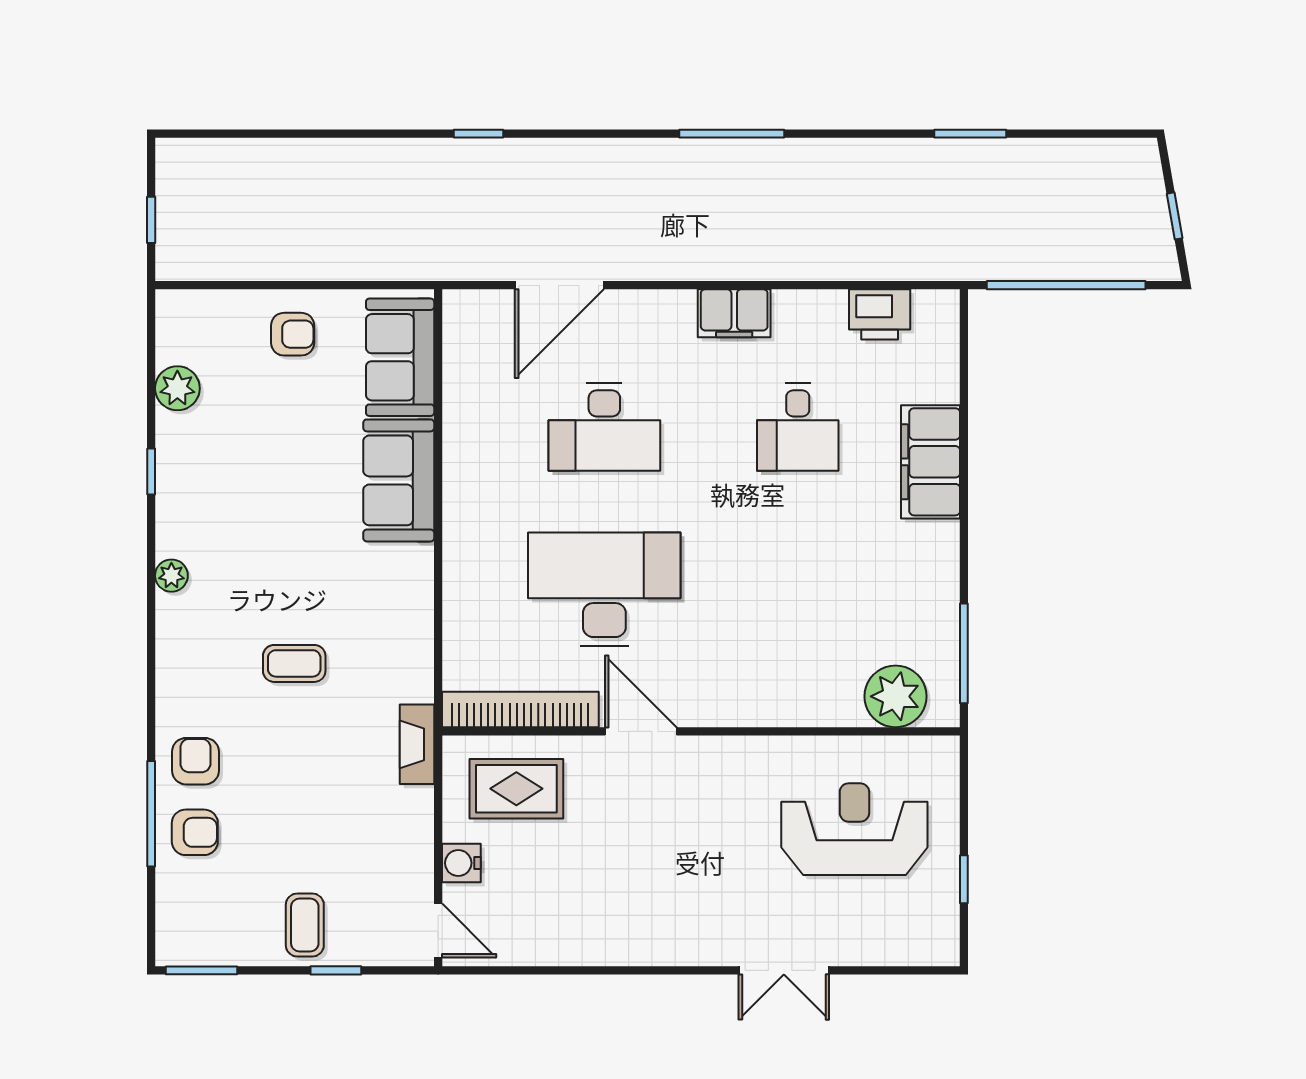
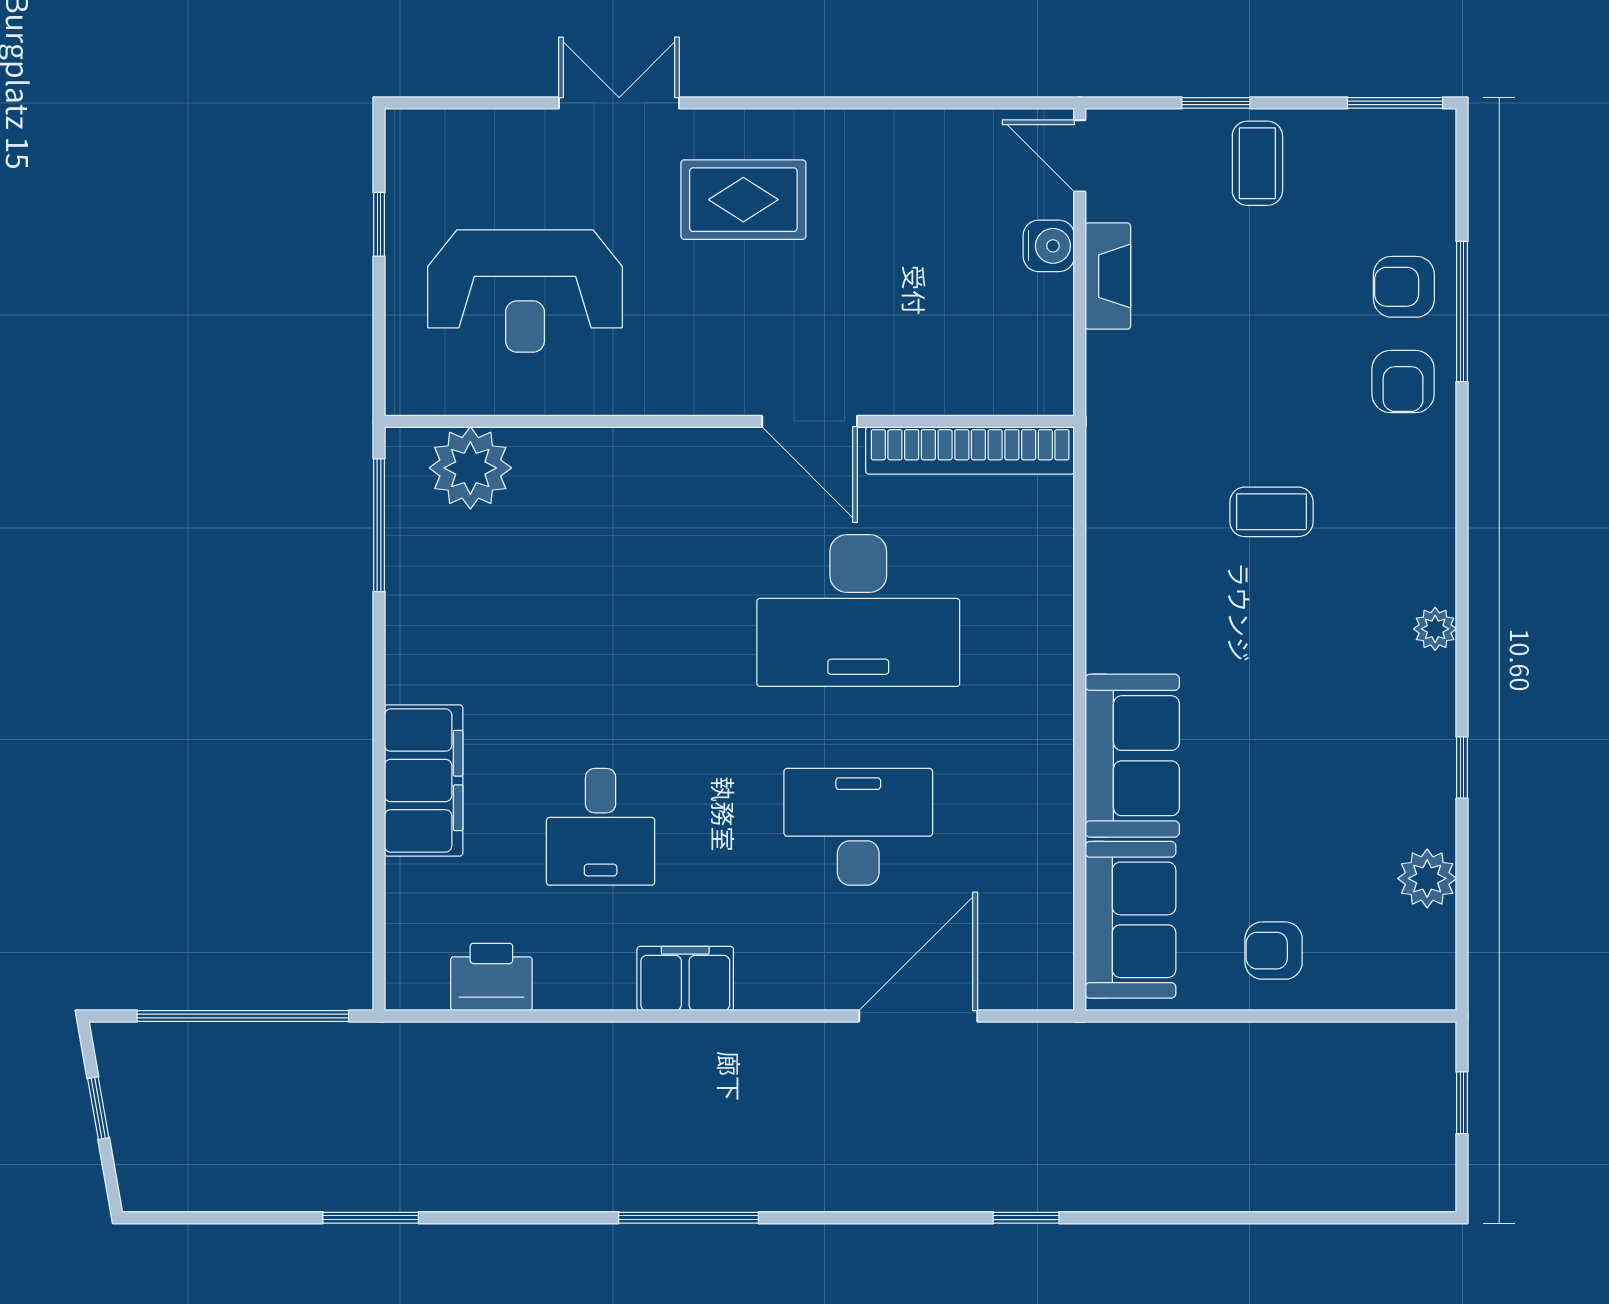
desk: (798, 427) -> (601, 827), turned 180
fireplace: (417, 744) -> (1108, 276), moved
rug: (516, 789) -> (743, 200), moved

